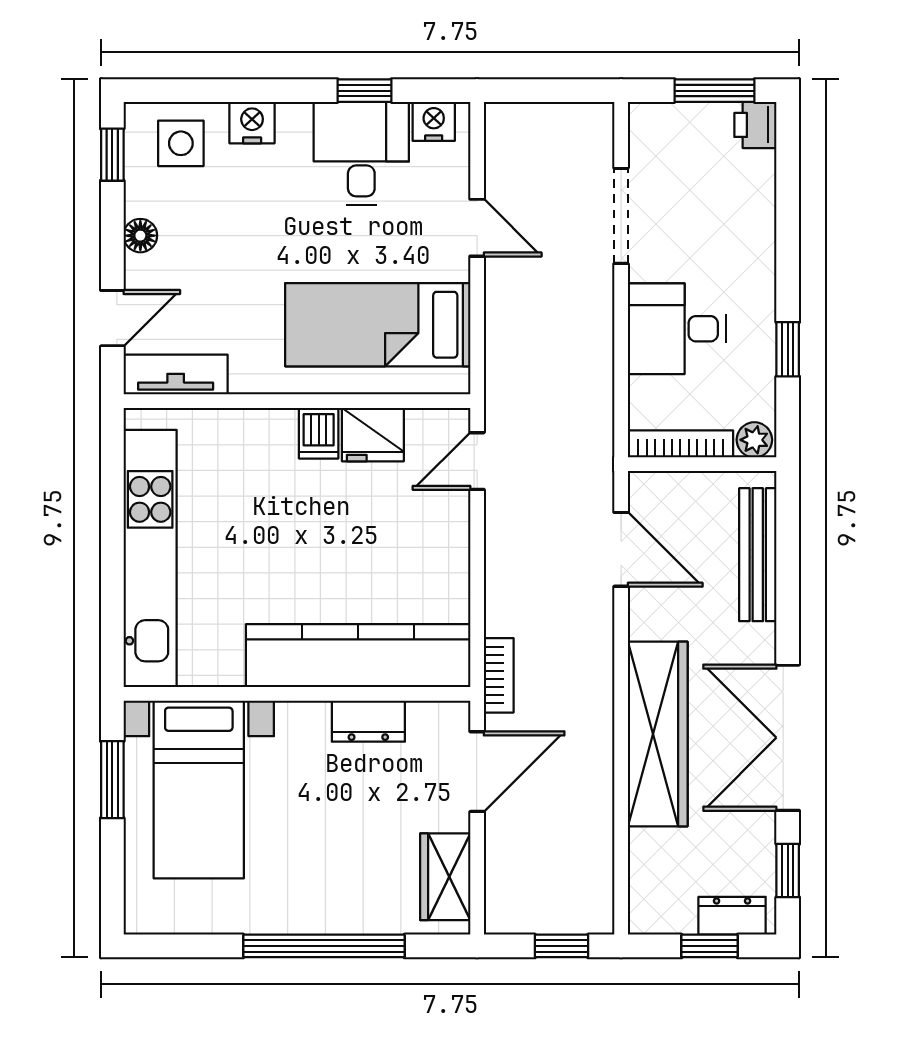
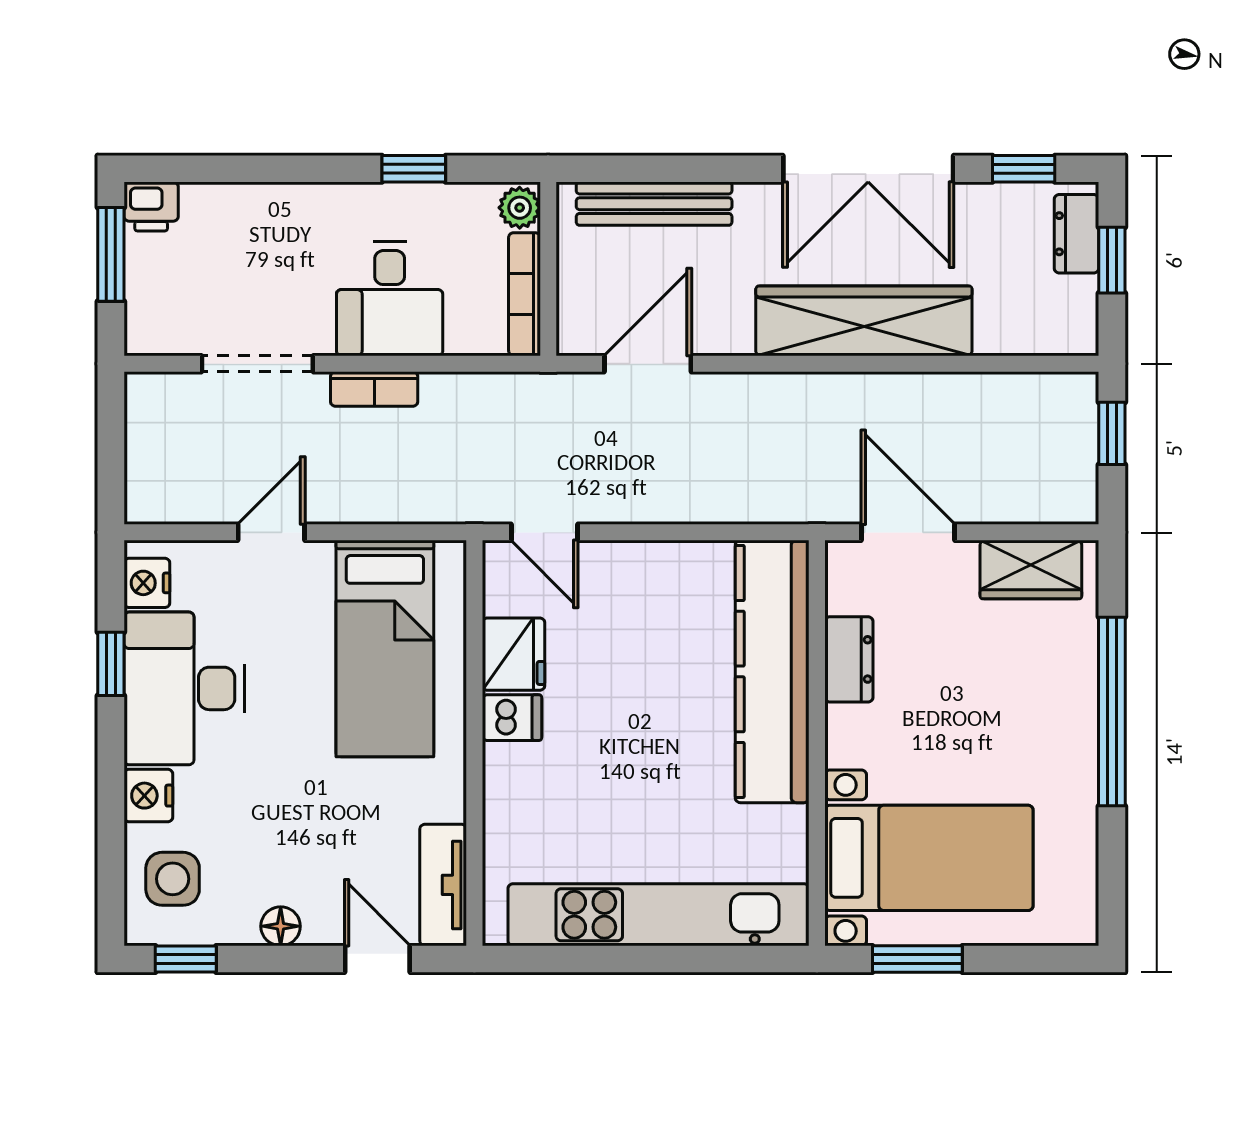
desk: (361, 153) -> (184, 688), width x1.37
bookcase: (499, 675) -> (374, 389), moved, turned 180

